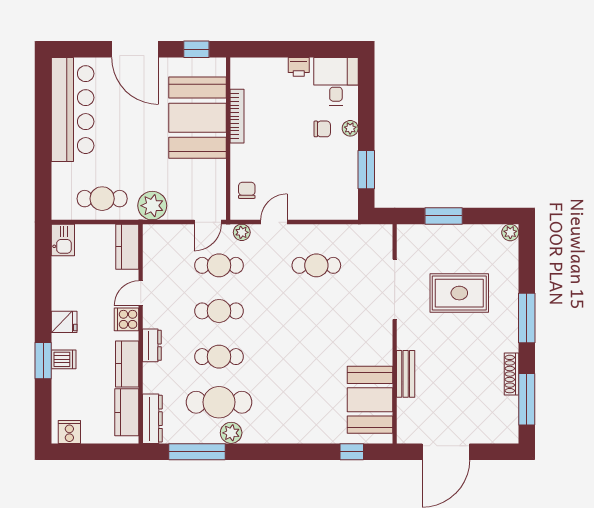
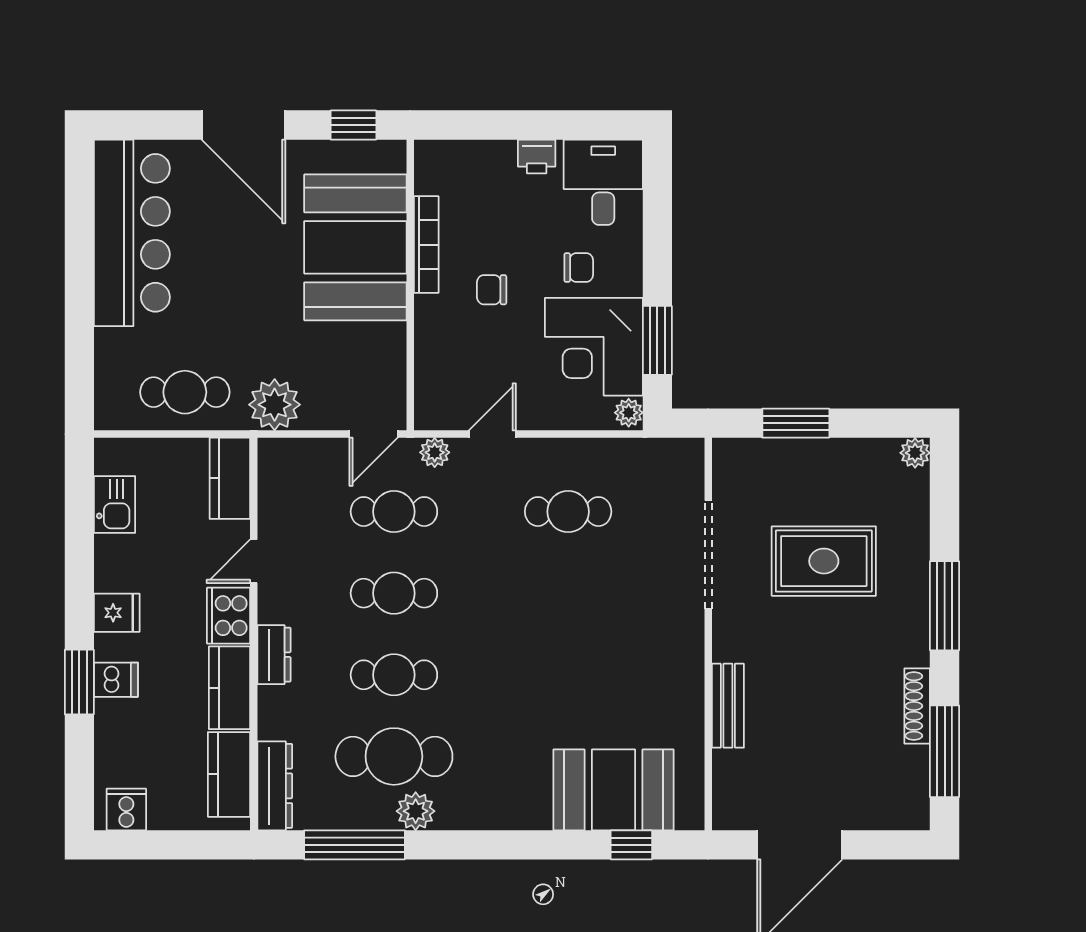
plant: (350, 128) -> (629, 413), moved
corner desk: (331, 173) -> (594, 347), added
chair: (247, 190) -> (492, 290), moved, turned -90
kitchen sink: (63, 240) -> (115, 505), moved
cooker: (127, 319) -> (229, 616), width x1.36
booth: (370, 400) -> (613, 790), moved, turned 90

